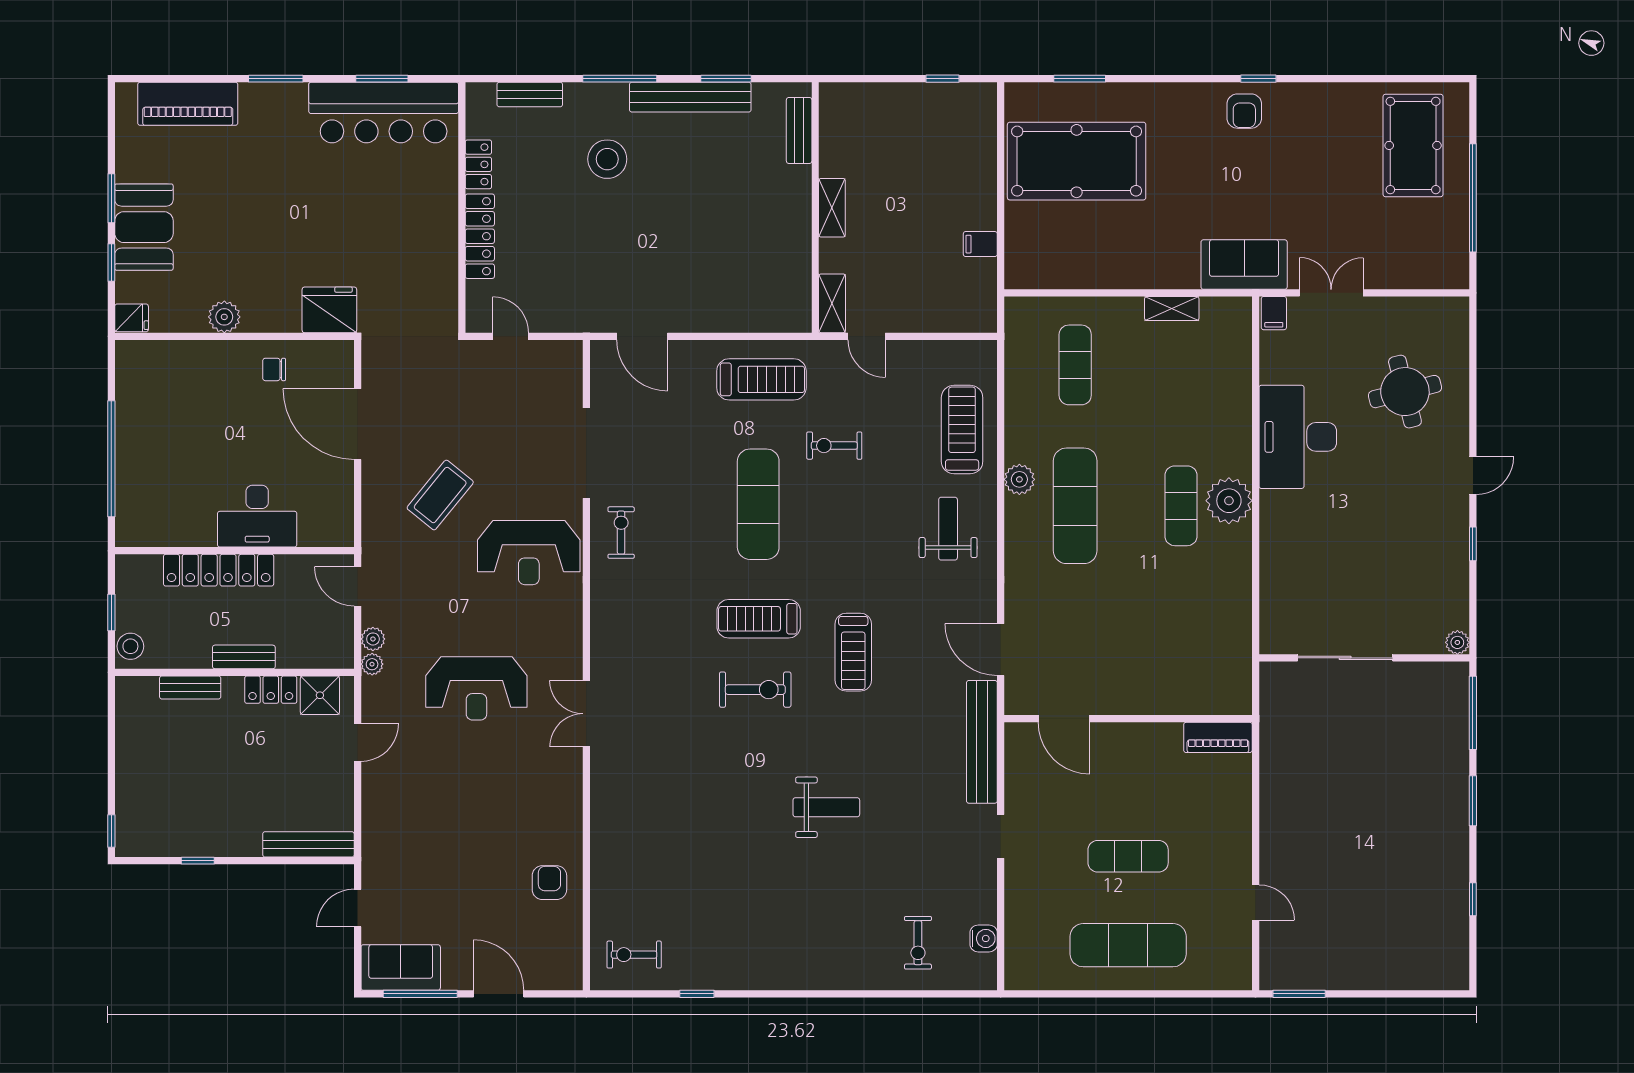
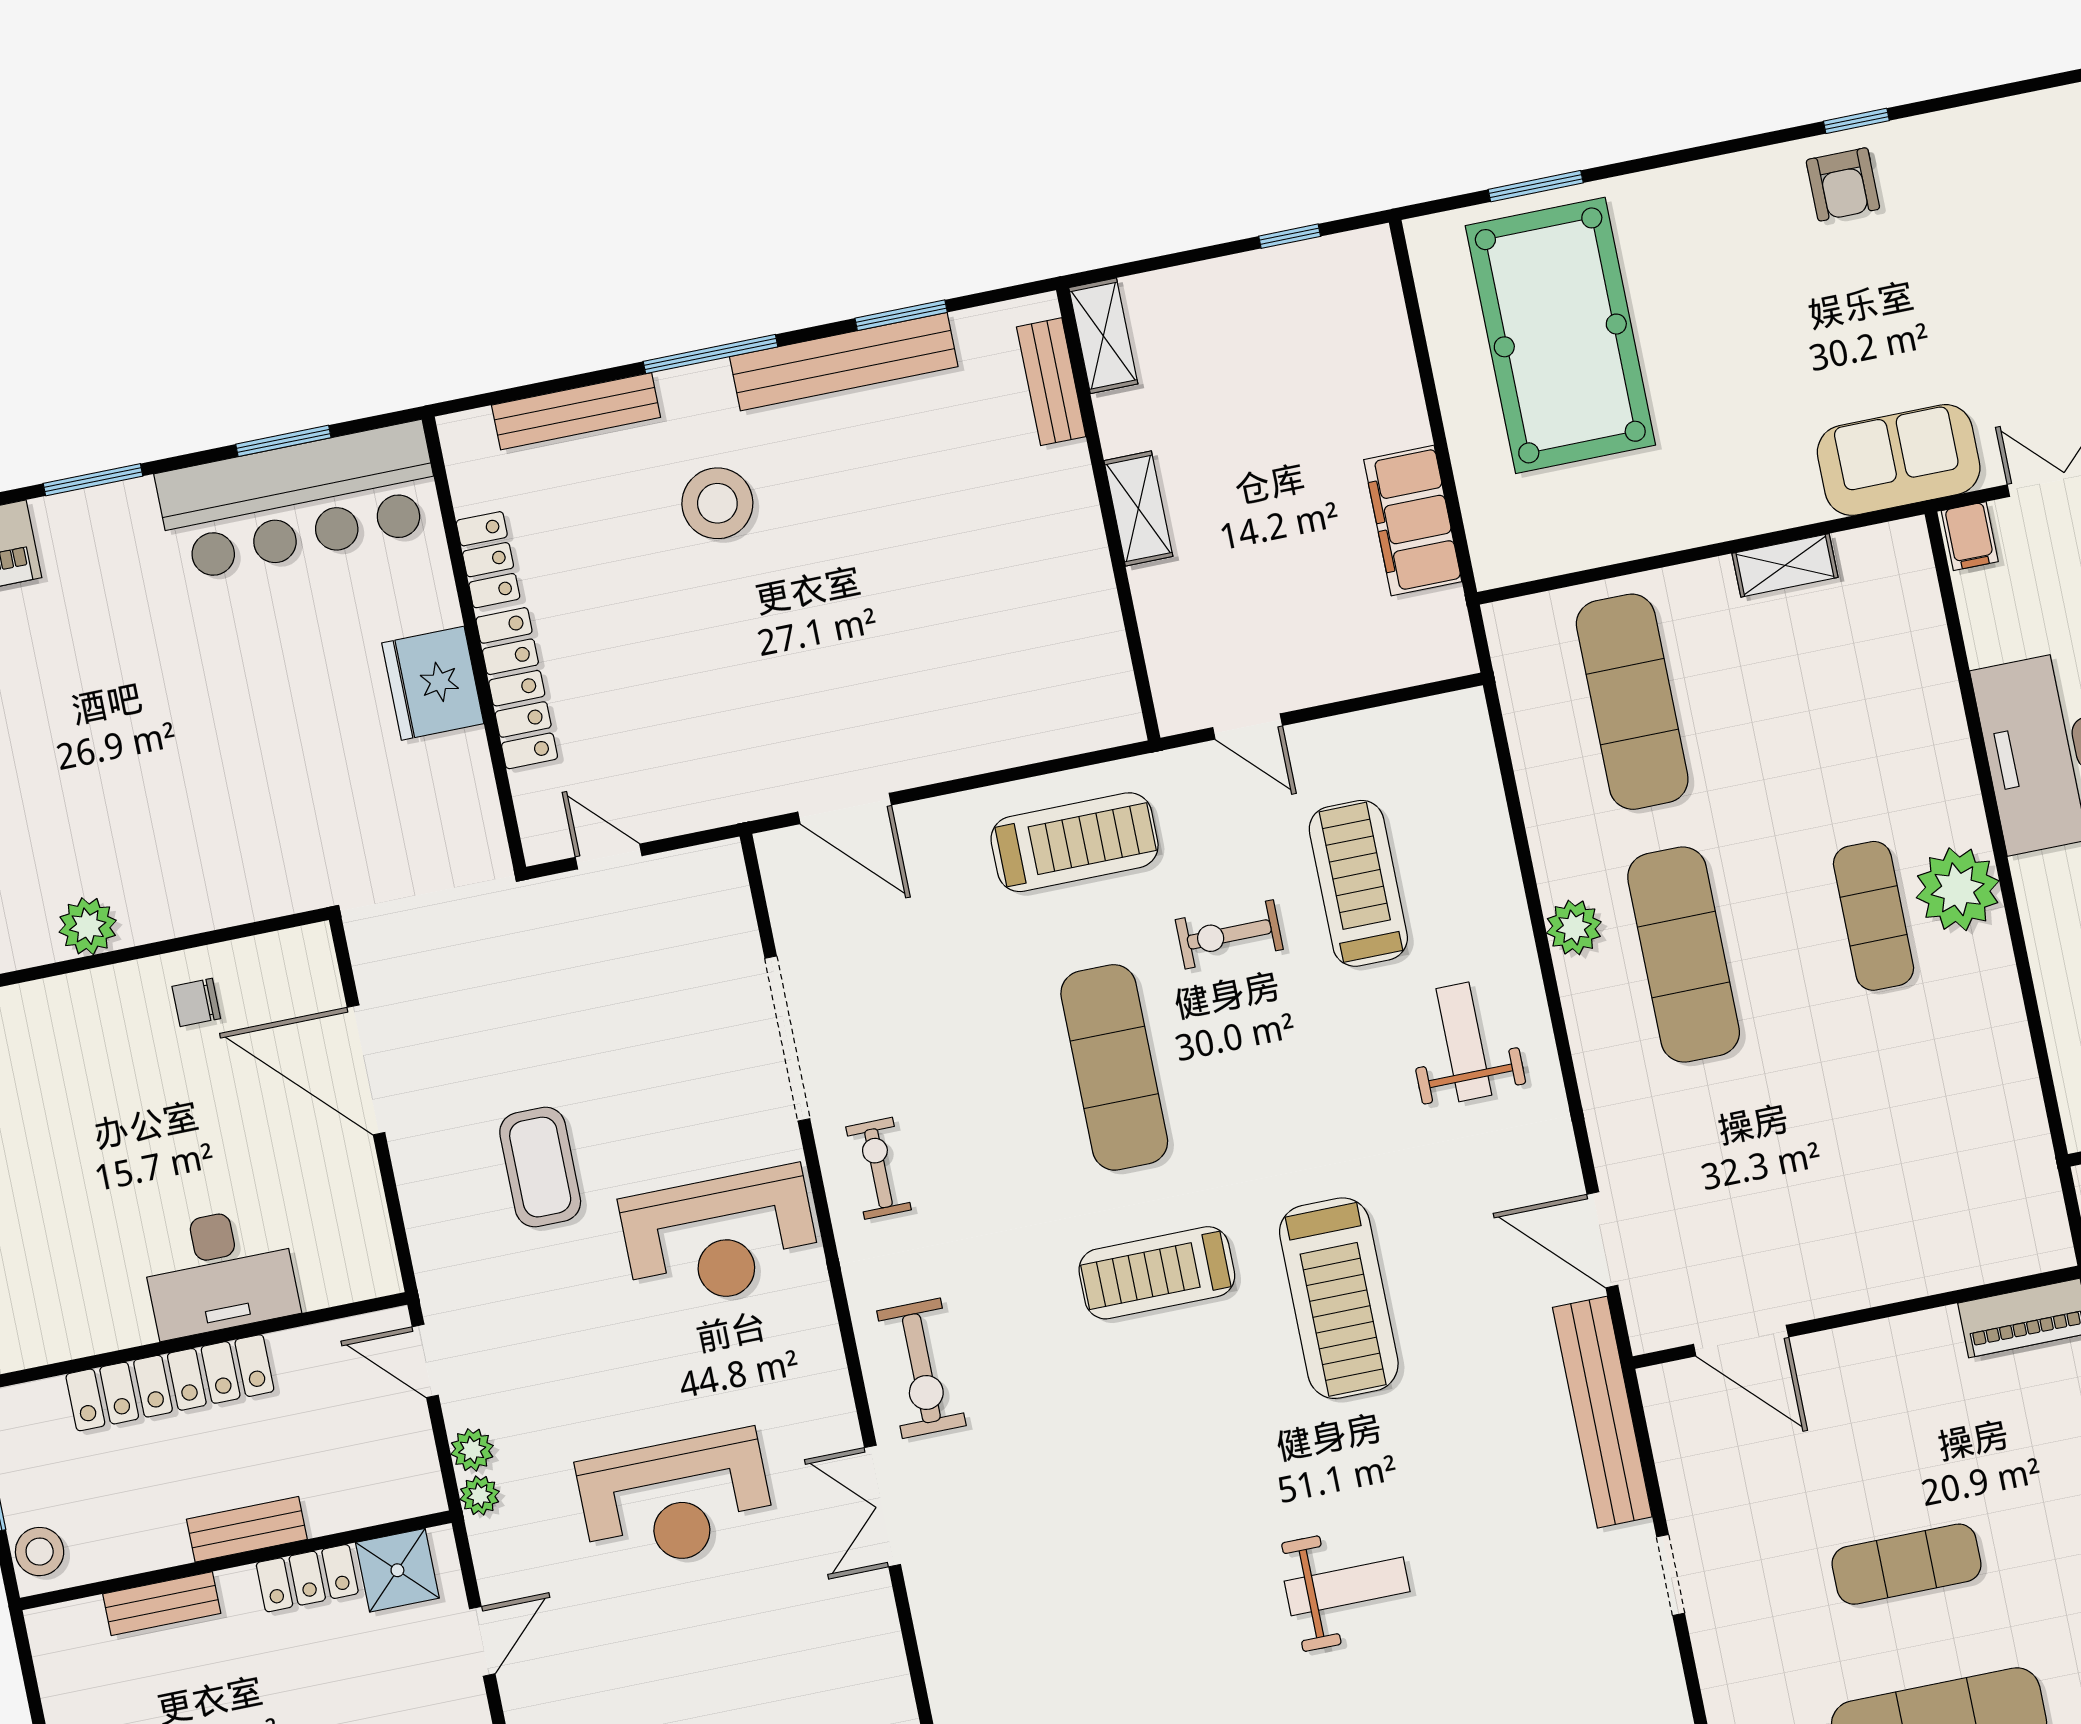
bench: (530, 94) -> (576, 411), width x1.36
pool table: (1077, 161) -> (1560, 335), turned 90
filing cabinet: (980, 244) -> (1413, 521), width x3.00, depth x1.17
shelving: (832, 303) -> (1103, 336), moved
fridge: (329, 310) -> (433, 683), moved, turned -90
exercise mat: (1075, 365) -> (1632, 702), width x1.36, depth x1.45
treadmill: (962, 430) -> (1358, 883), moved
coffee table: (440, 495) -> (540, 1167), turned -39
treadmill: (853, 652) -> (1339, 1298), width x1.37, depth x1.38
exercise bike: (755, 690) -> (921, 1368), moved, turned 90

